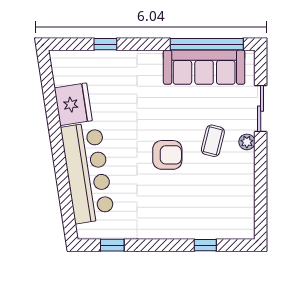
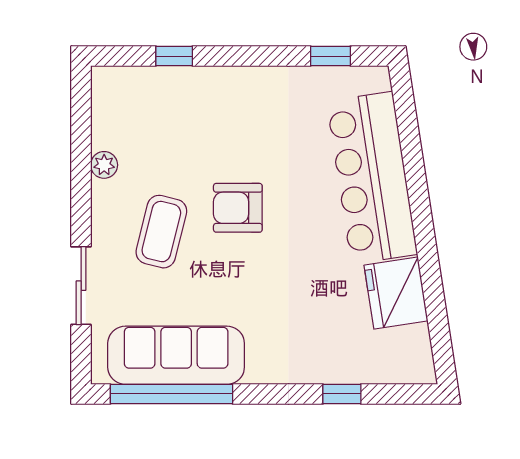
coffee table: (213, 141) -> (161, 232), width x1.36, depth x1.30
plant: (247, 142) -> (104, 165), moved

